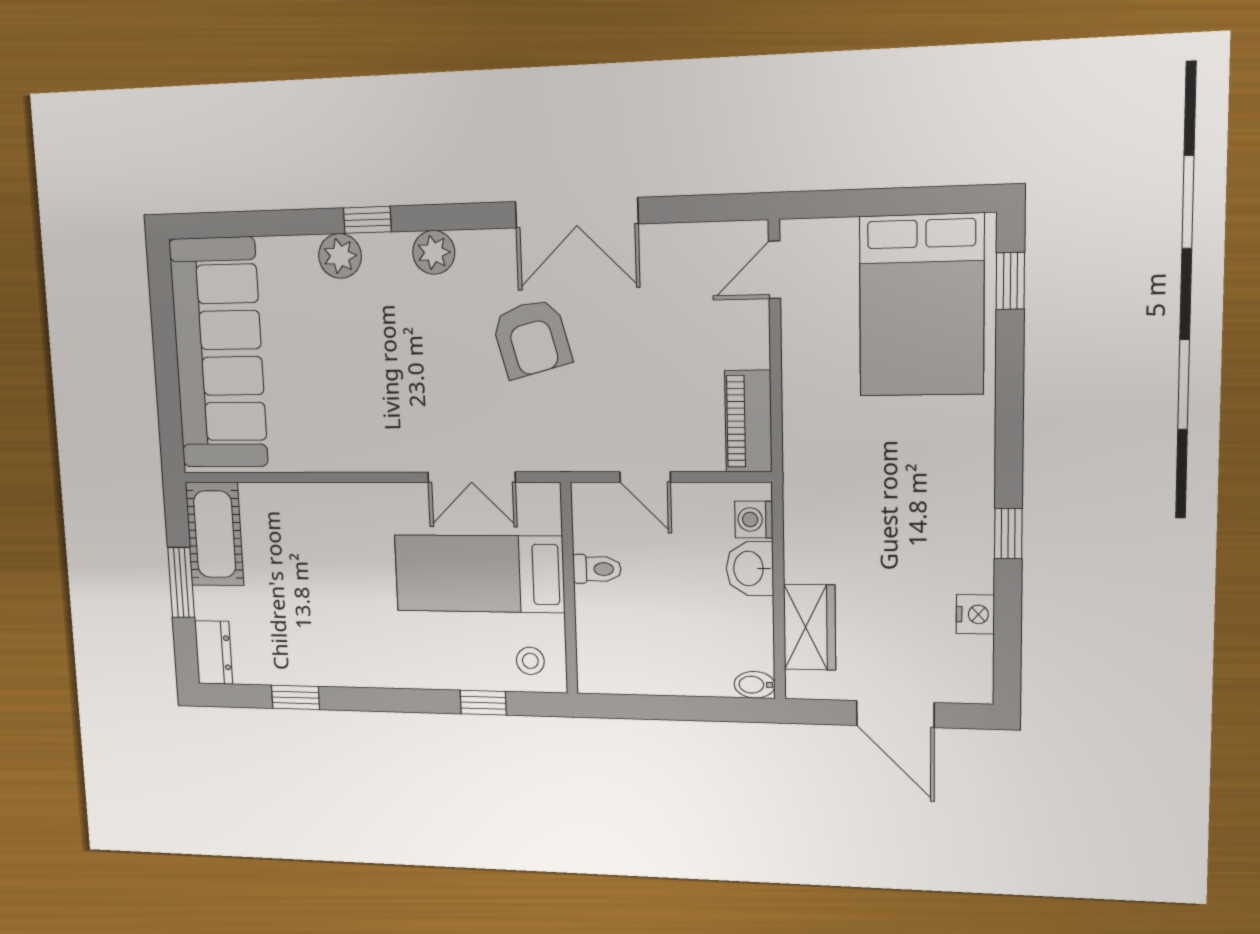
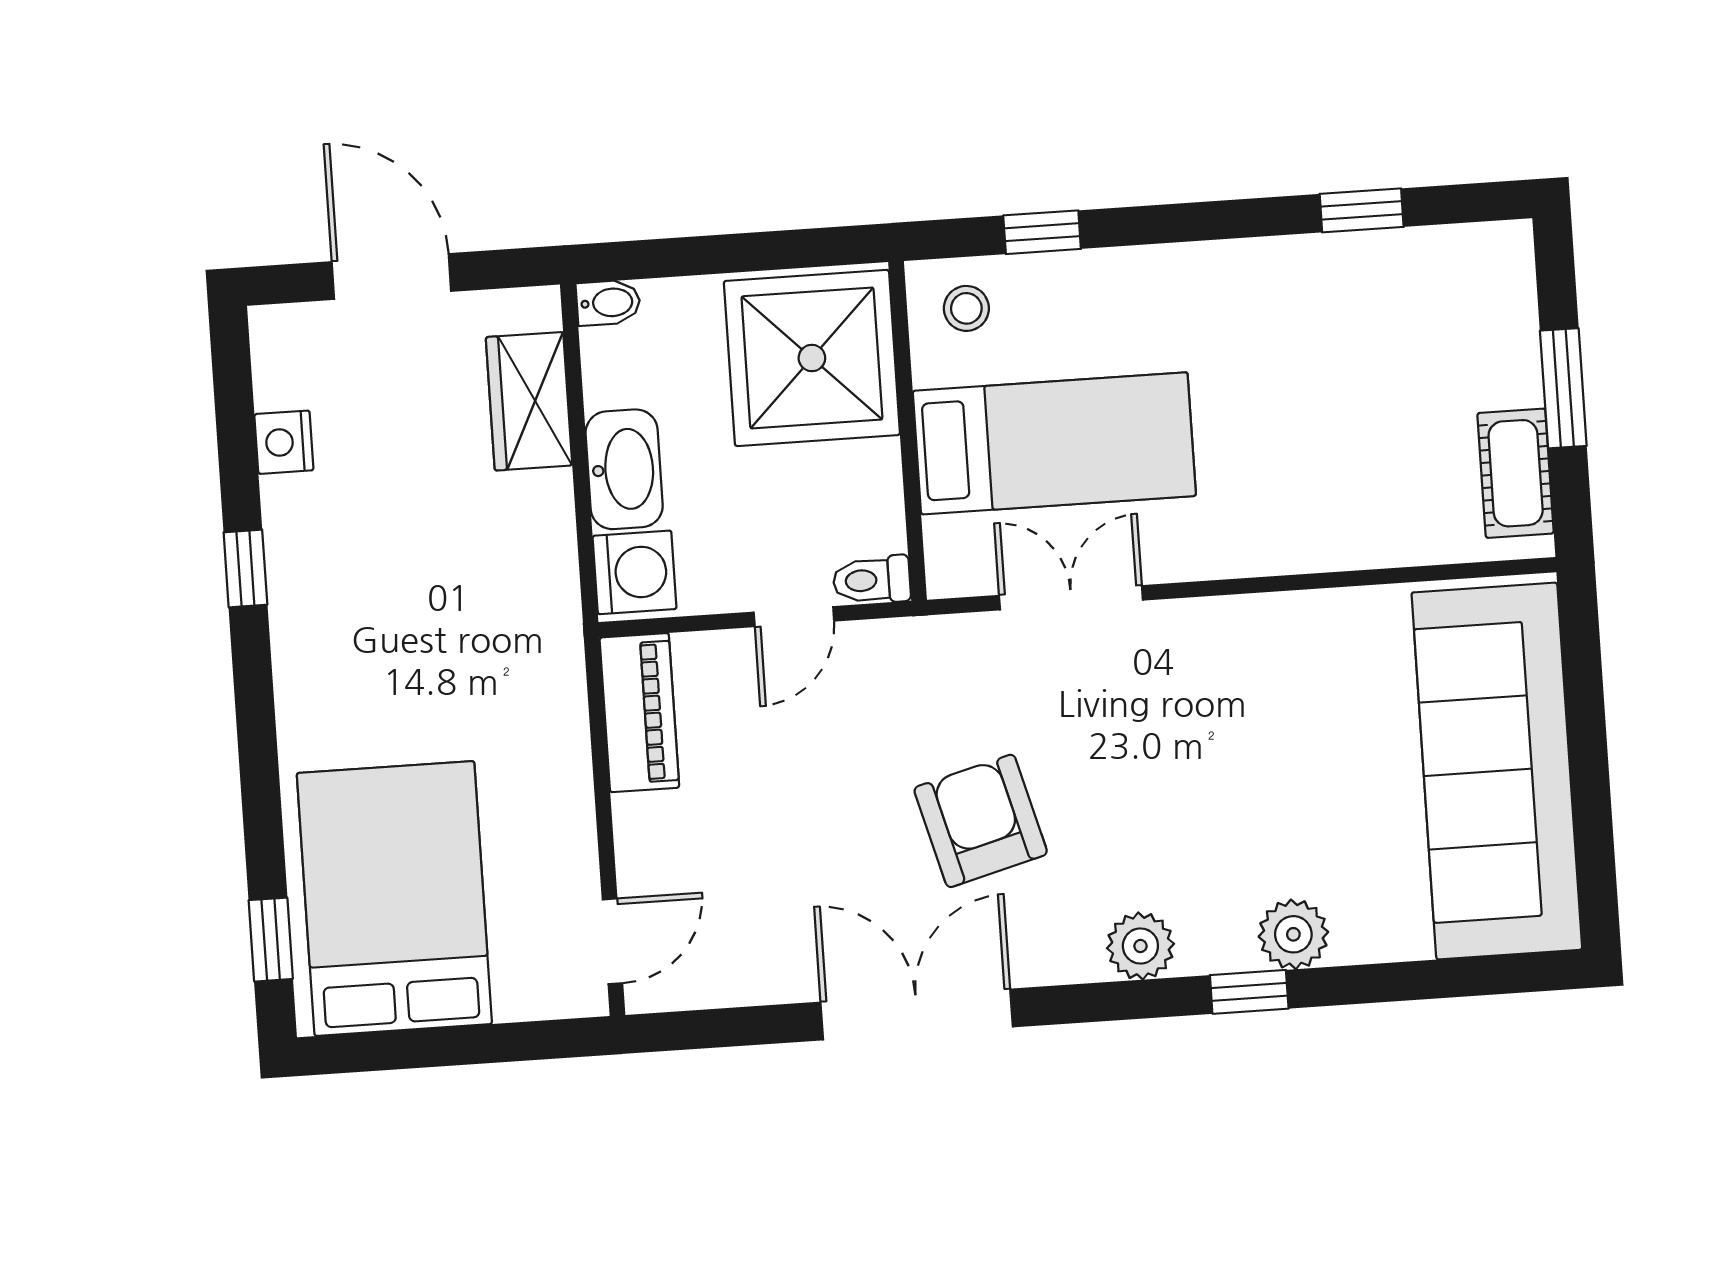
door: (645, 477) -> (794, 617), swing flipped
washing machine: (754, 519) -> (635, 572), width x1.38, depth x1.38
cot: (215, 534) -> (1516, 473), width x0.73, depth x0.75
washbasin: (750, 568) -> (624, 469), width x1.38
toilet: (597, 569) -> (872, 580), moved
shower: (627, 639) -> (812, 358), added
dresser: (214, 652) -> (1506, 274), removed

